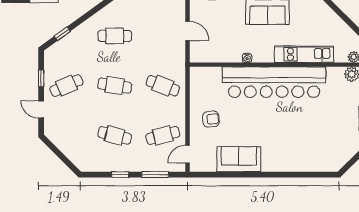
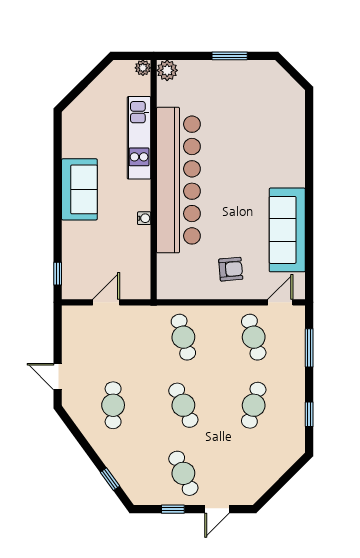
cafe table: (115, 86) -> (183, 405), turned -33
cafe table: (163, 86) -> (183, 337), turned -36
armchair: (211, 119) -> (231, 269), turned 90
door: (187, 154) -> (280, 302), swing flipped
sofa: (239, 159) -> (287, 230), width x1.36
window: (120, 175) -> (309, 414), moved

